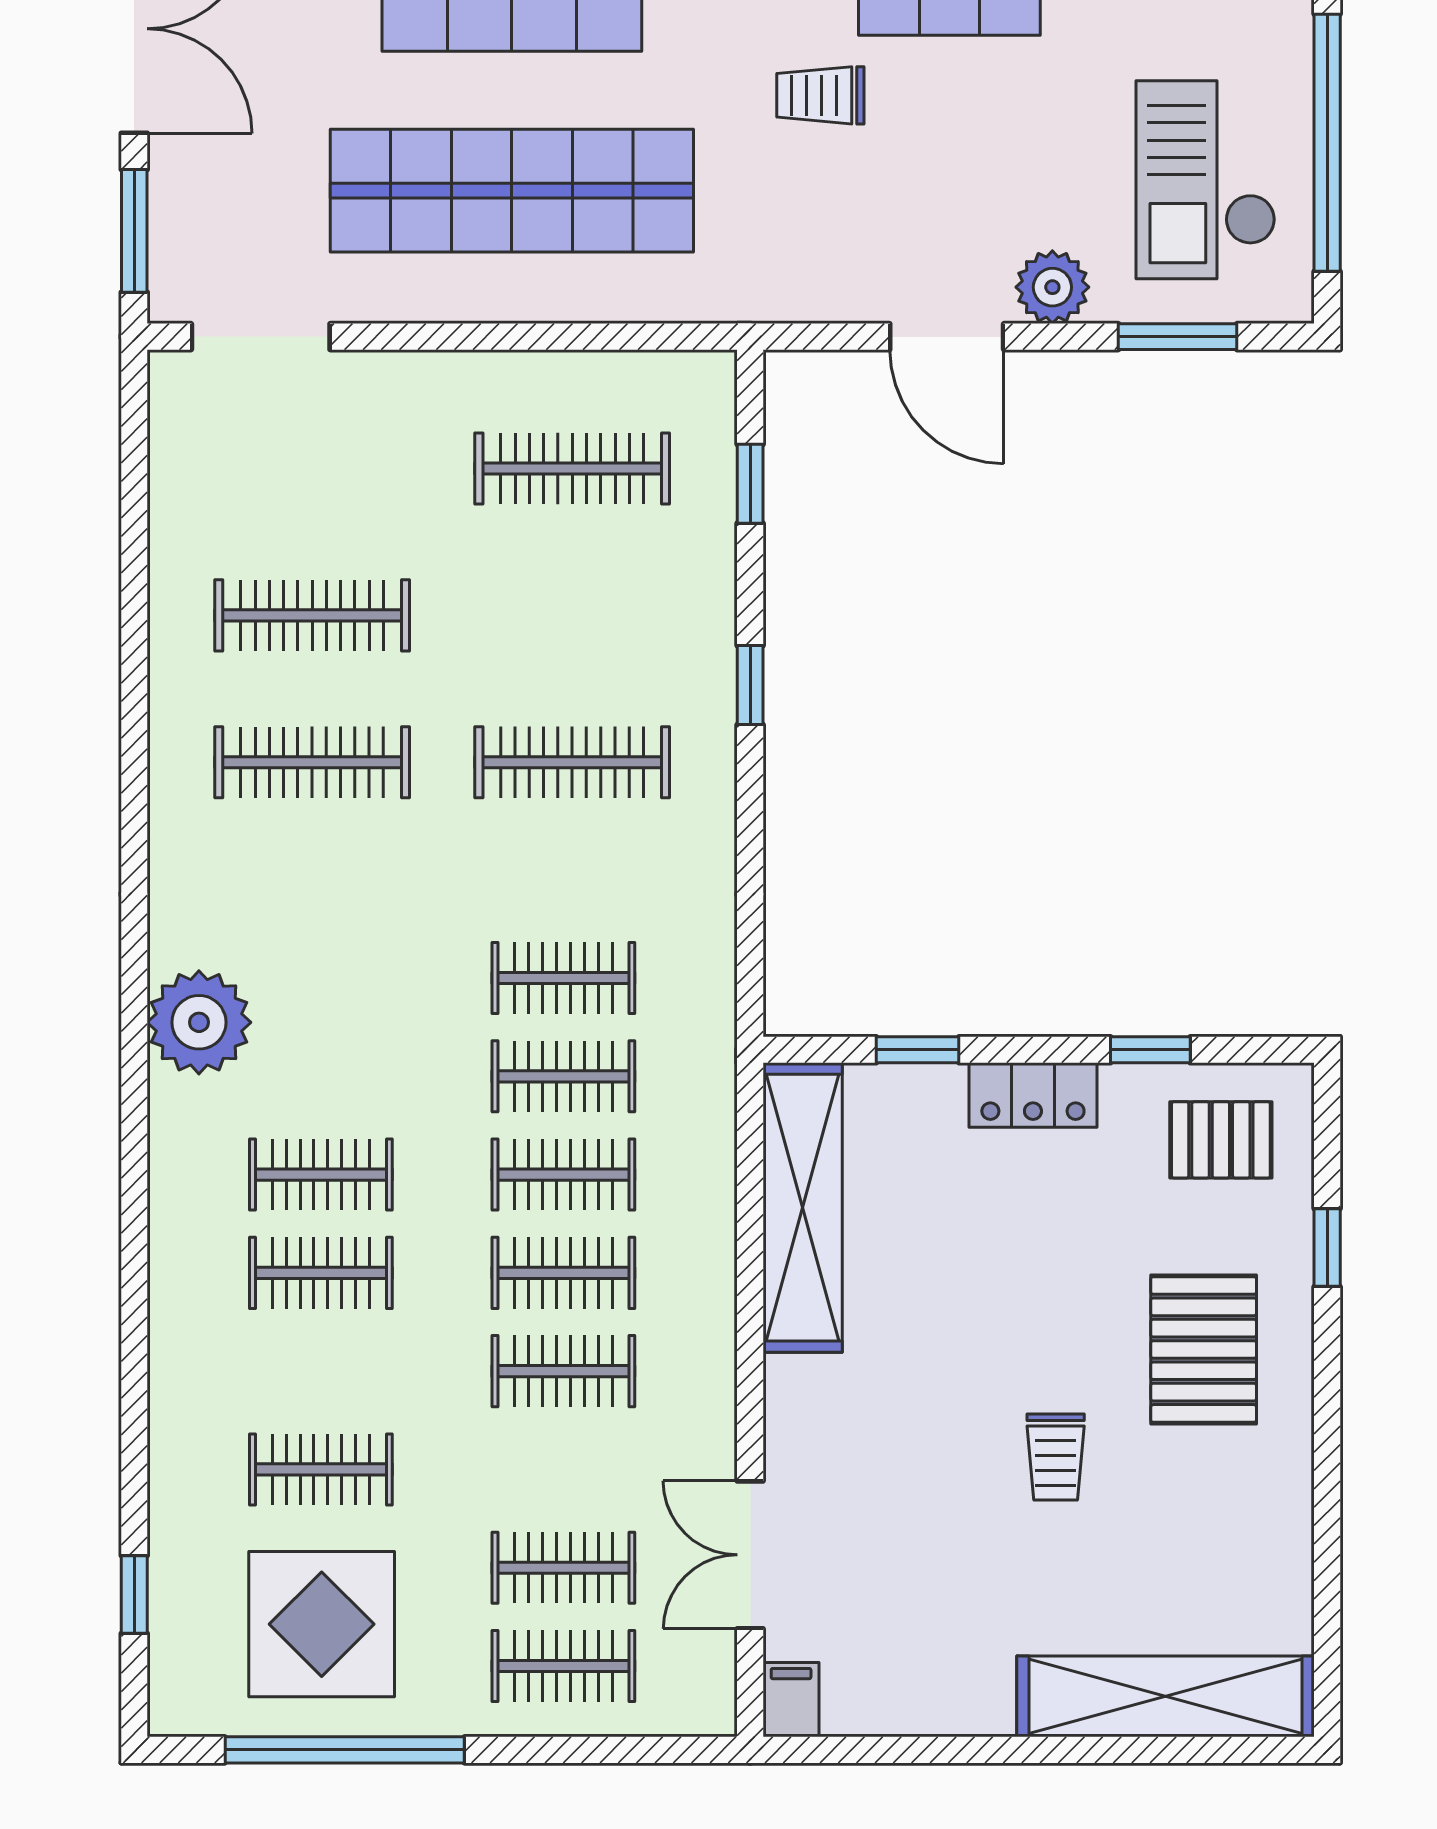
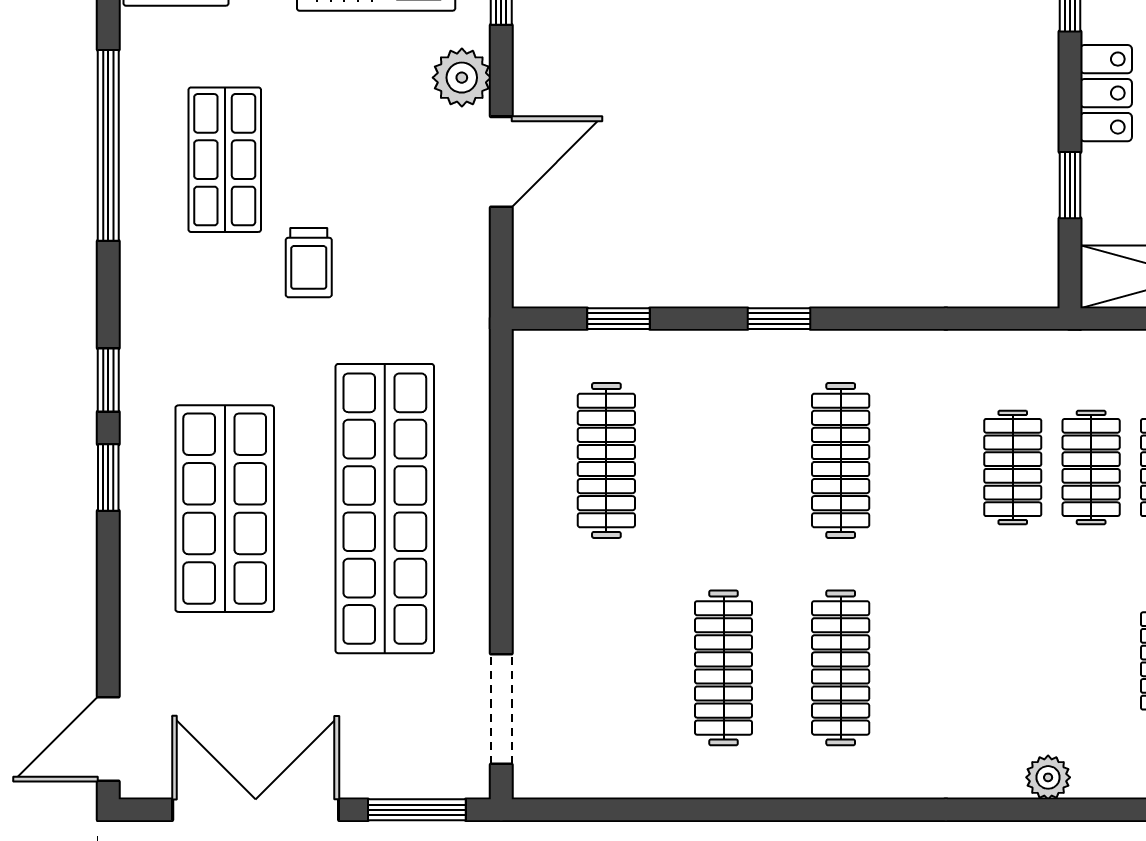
plant: (199, 1022) -> (1048, 777), width x0.53, depth x0.53

